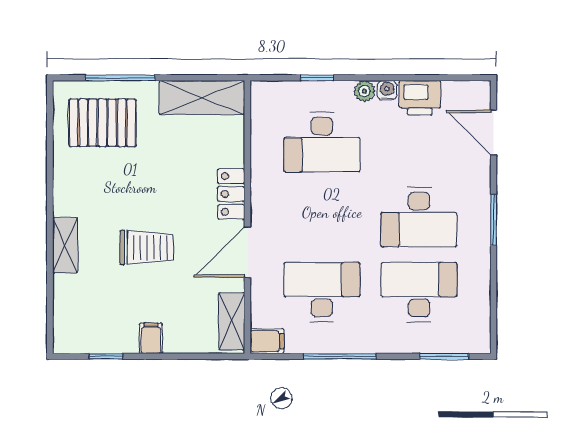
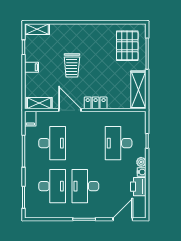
shelving: (65, 245) -> (37, 29), moved

